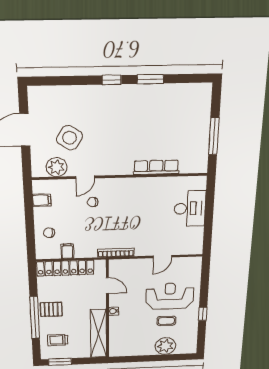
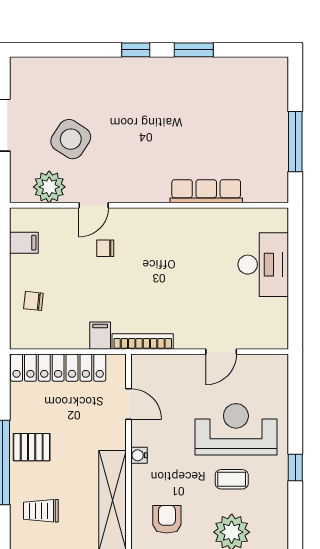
filing cabinet: (67, 251) -> (100, 336), moved
armchair: (129, 341) -> (167, 519), added

